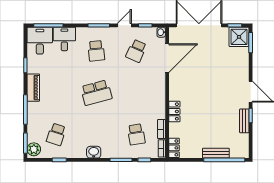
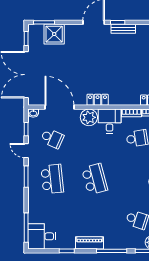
shower: (239, 37) -> (54, 34), moved
desk: (64, 39) -> (110, 121), moved, turned 90
school desk: (96, 51) -> (52, 179), width x1.85
plant: (157, 87) -> (89, 117), added
locker: (174, 111) -> (98, 100), moved

